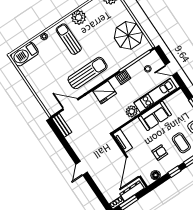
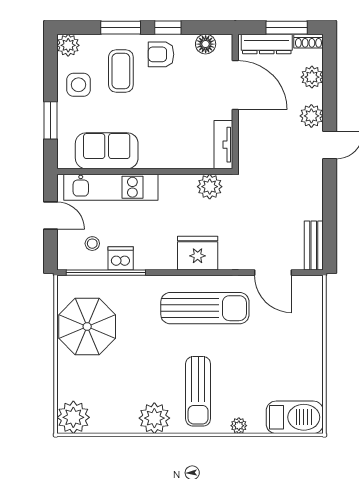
sun lounger: (88, 73) -> (205, 308), turned 180
dishwasher: (123, 77) -> (121, 258), moved
plant: (132, 111) -> (210, 187), moved
sofa: (155, 116) -> (107, 151), moved
armchair: (160, 153) -> (161, 54), moved
door: (134, 167) -> (235, 85), hinge flipped
plant: (96, 175) -> (311, 116), added
plant: (106, 190) -> (312, 77), added

